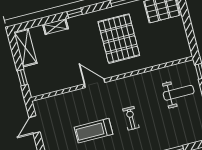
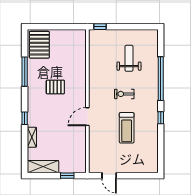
pallet: (119, 39) -> (55, 87), width x0.49, depth x0.50
weight bench: (179, 93) -> (129, 58), moved

